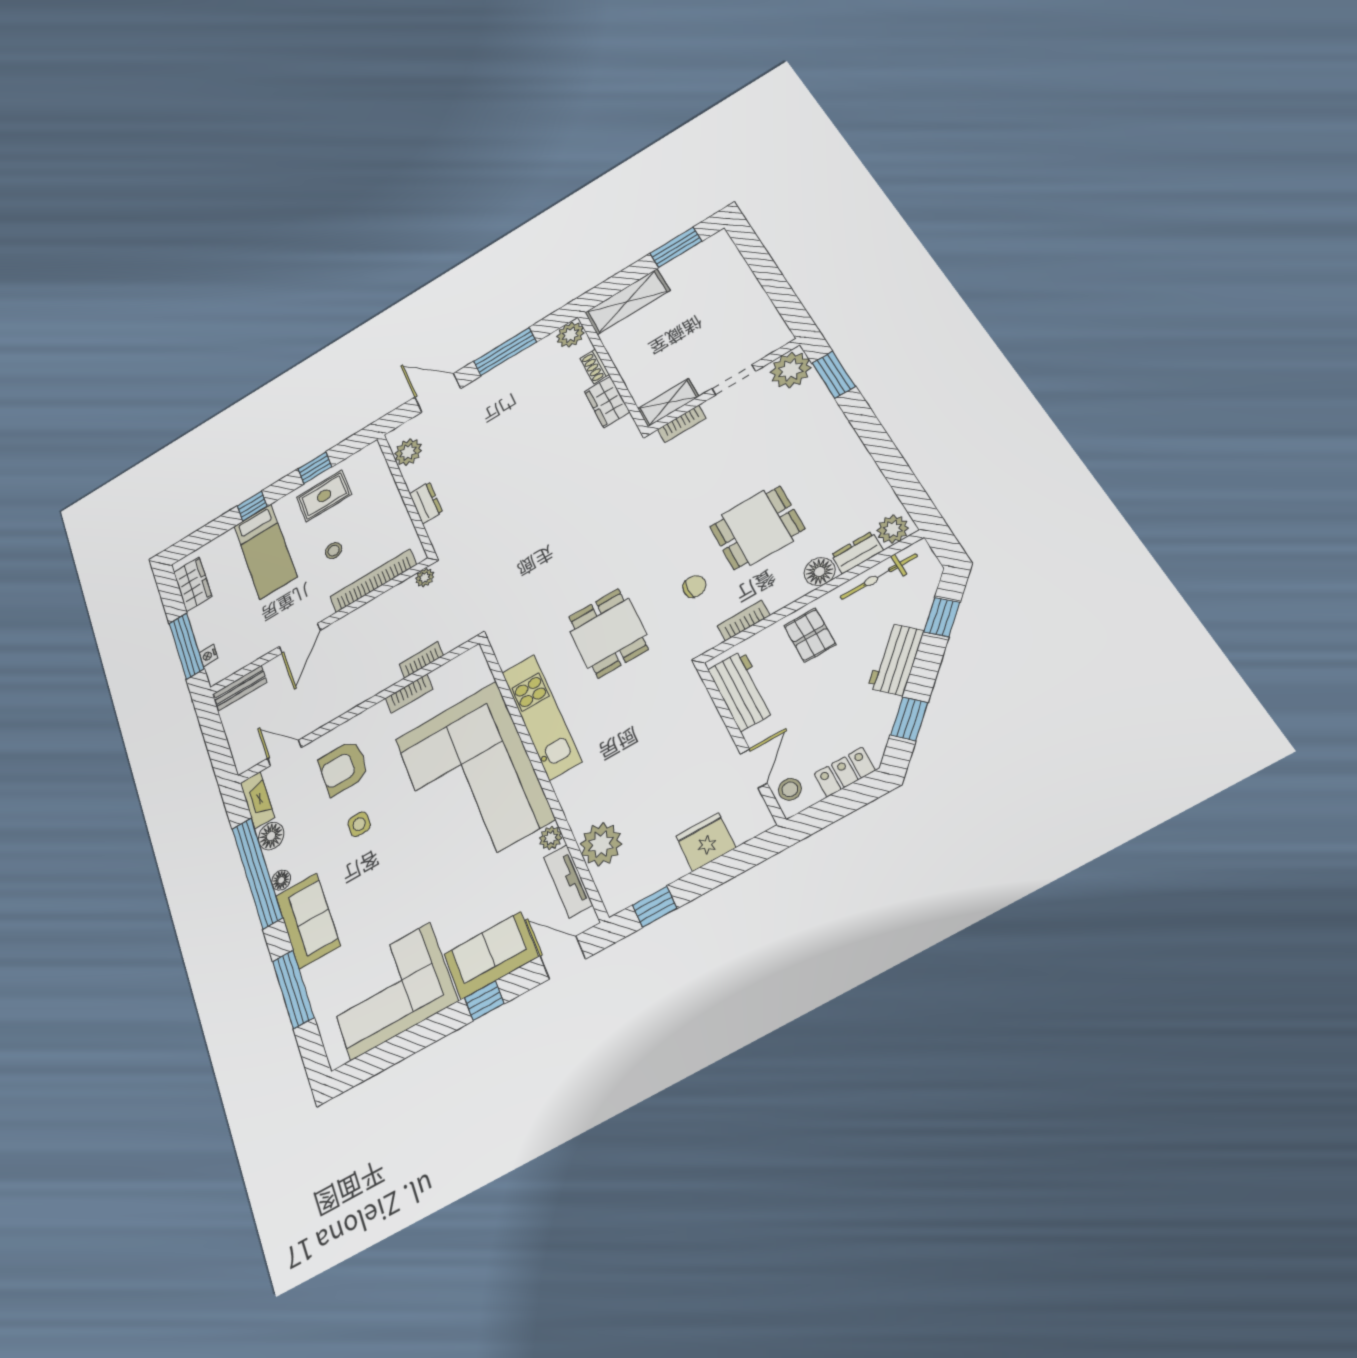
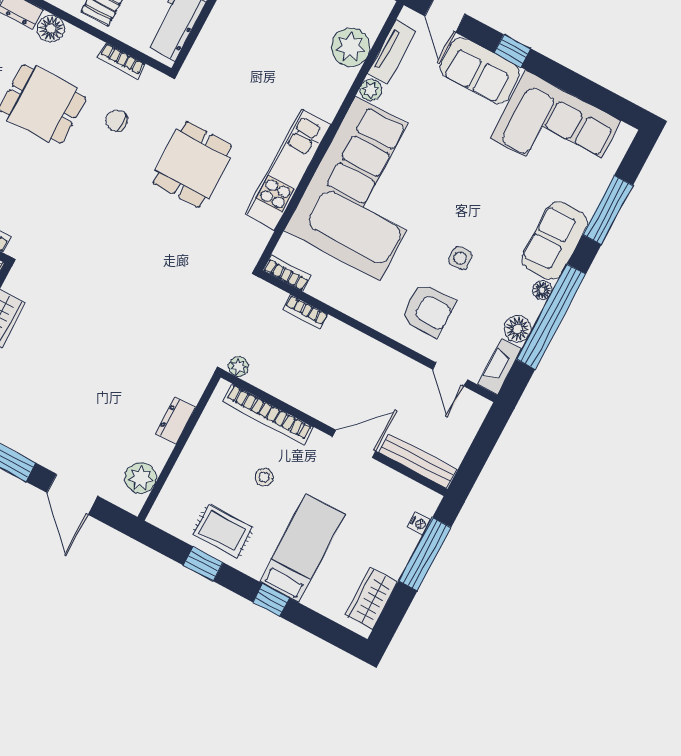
bench: (240, 688) -> (417, 461), width x1.36
bookcase: (409, 694) -> (287, 273), moved

